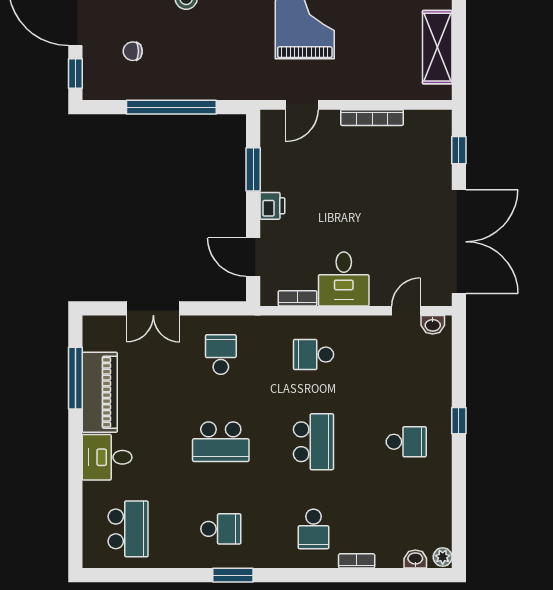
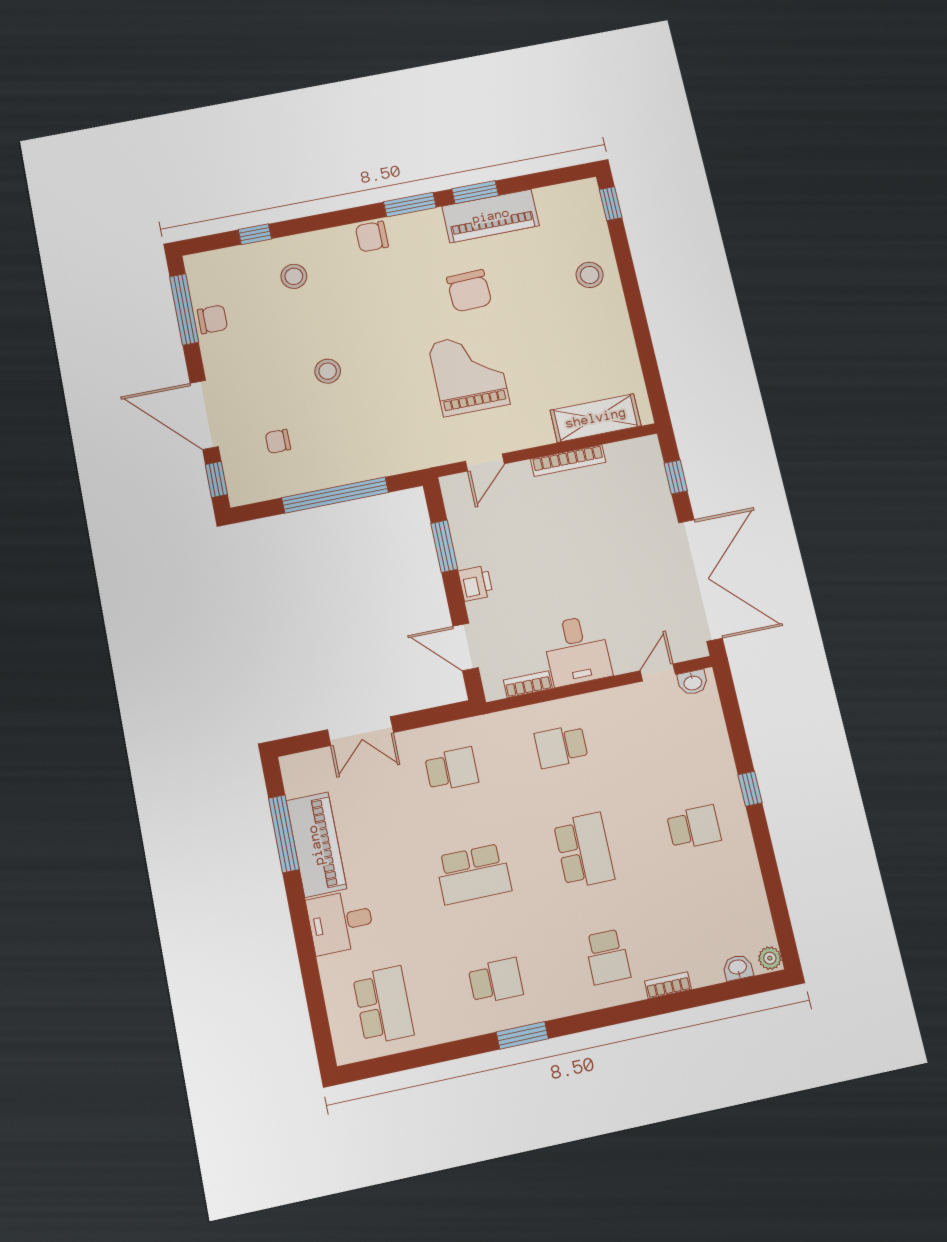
shelving: (437, 47) -> (596, 418), moved, turned 90
school desk: (221, 355) -> (452, 769), turned 90

